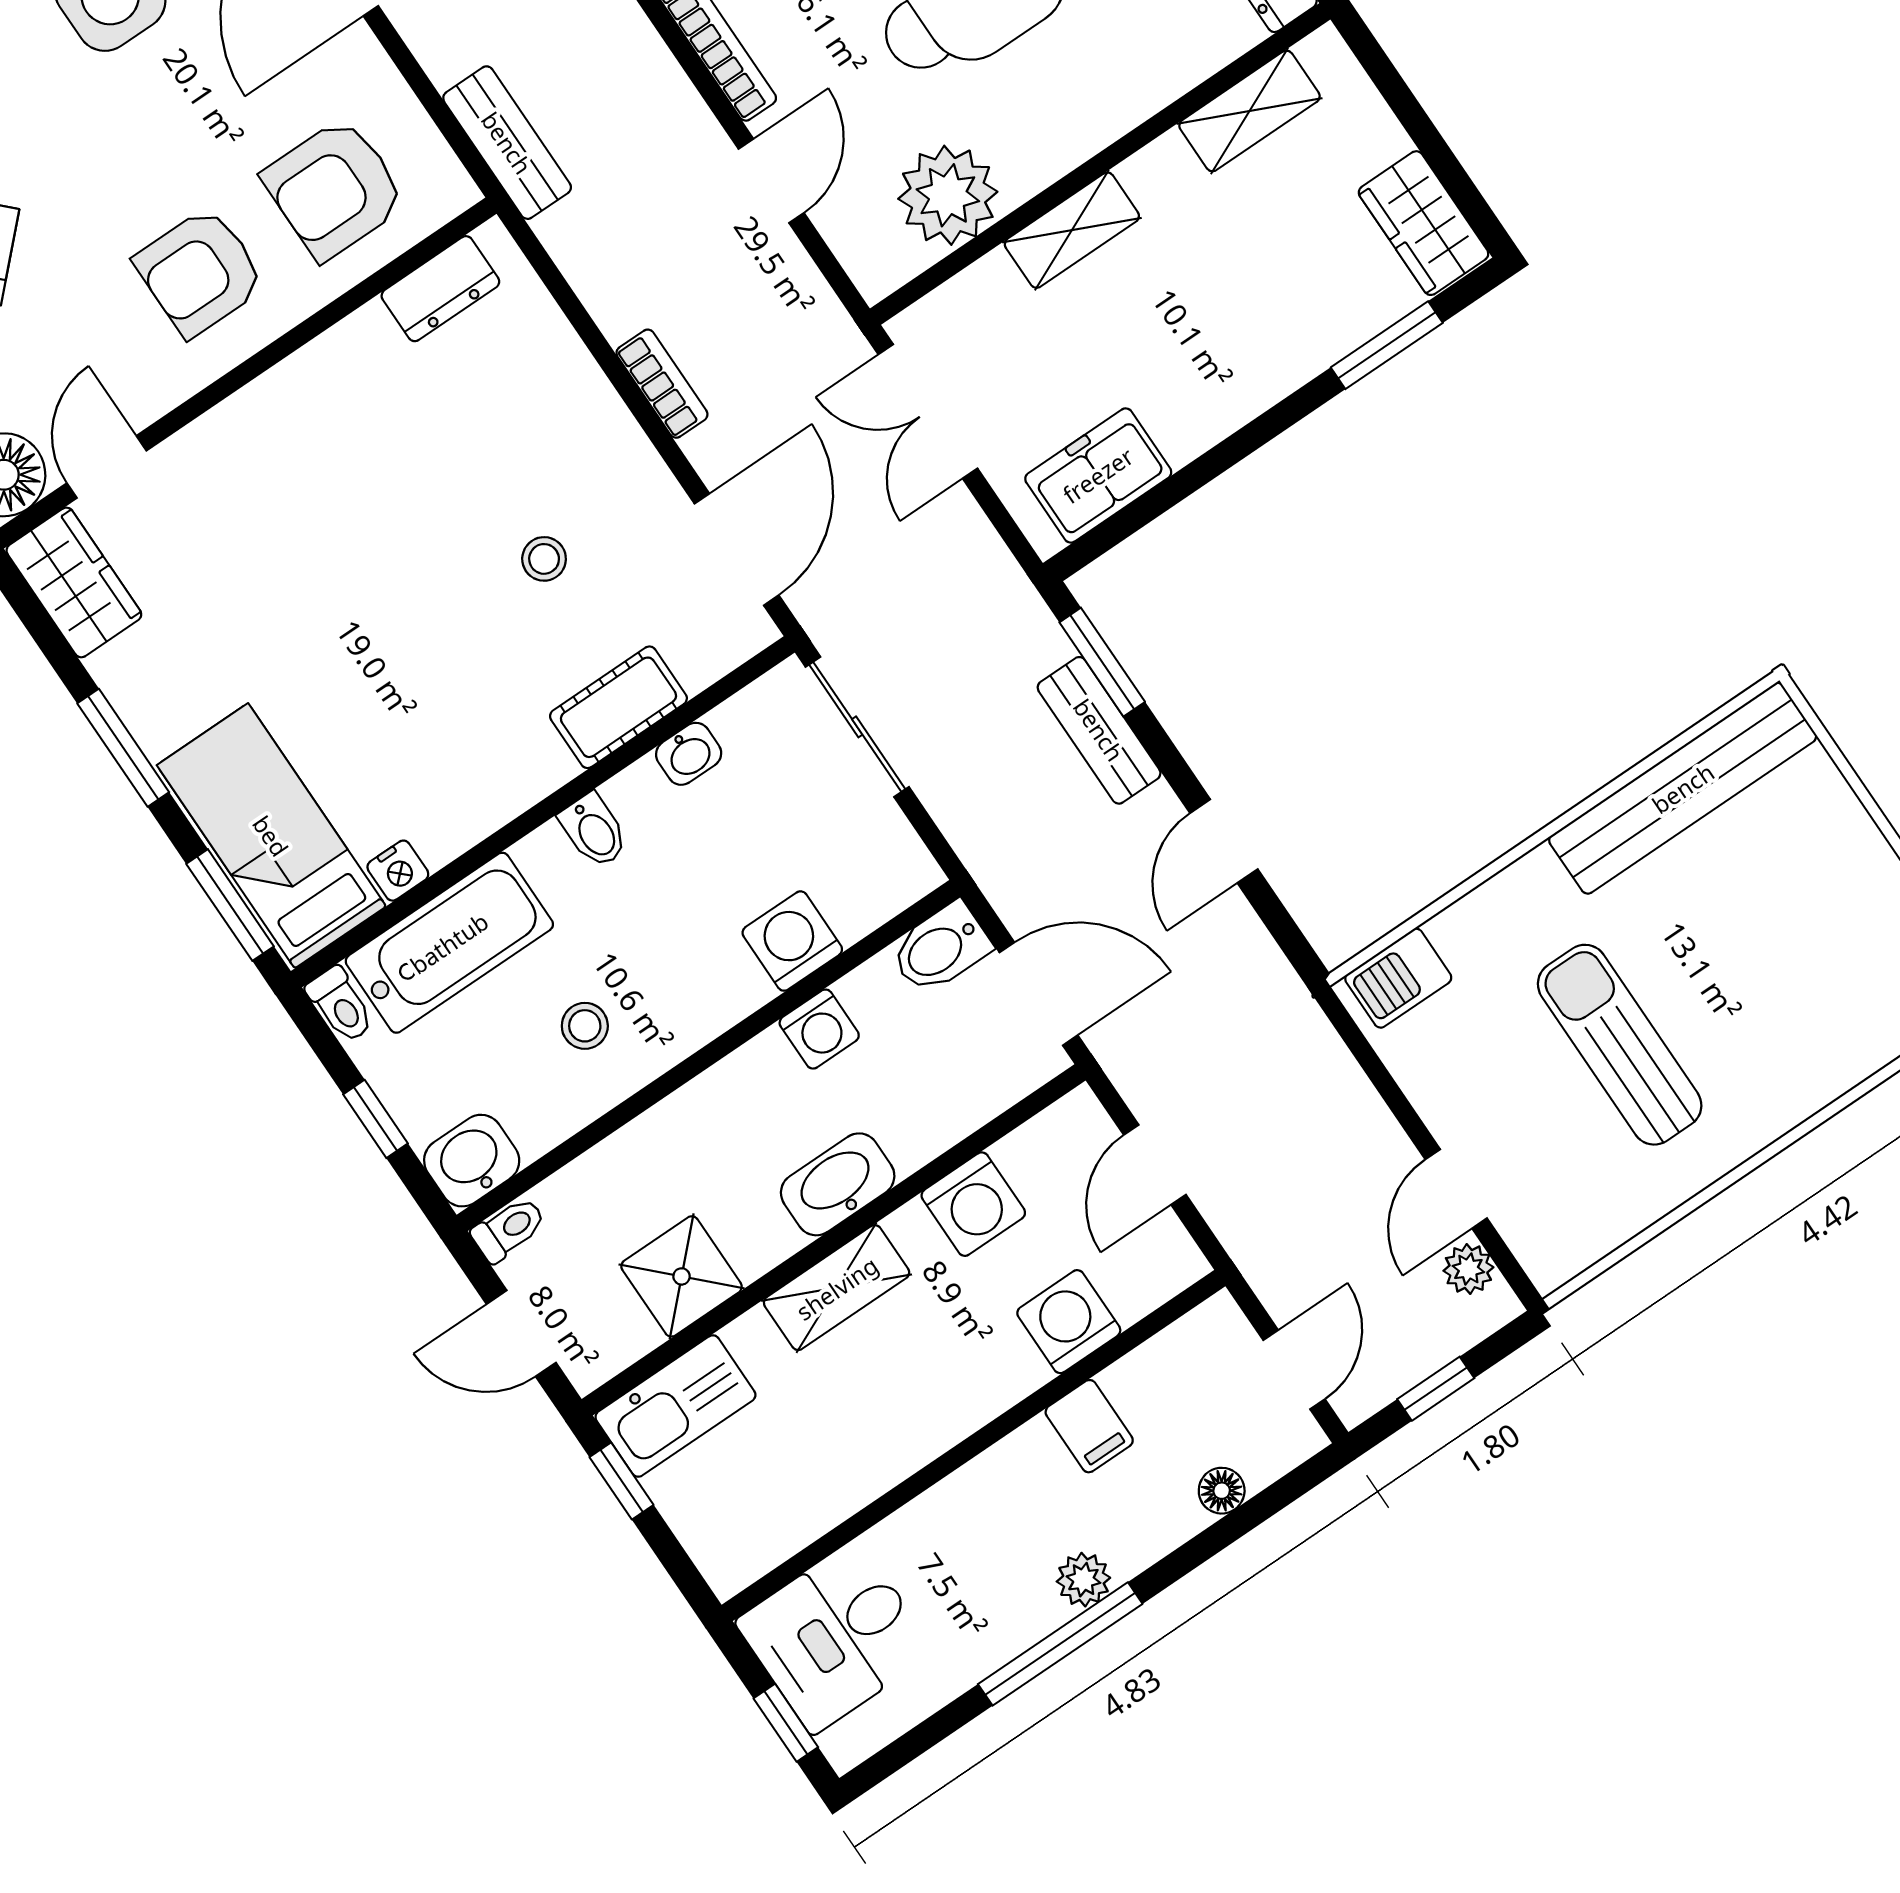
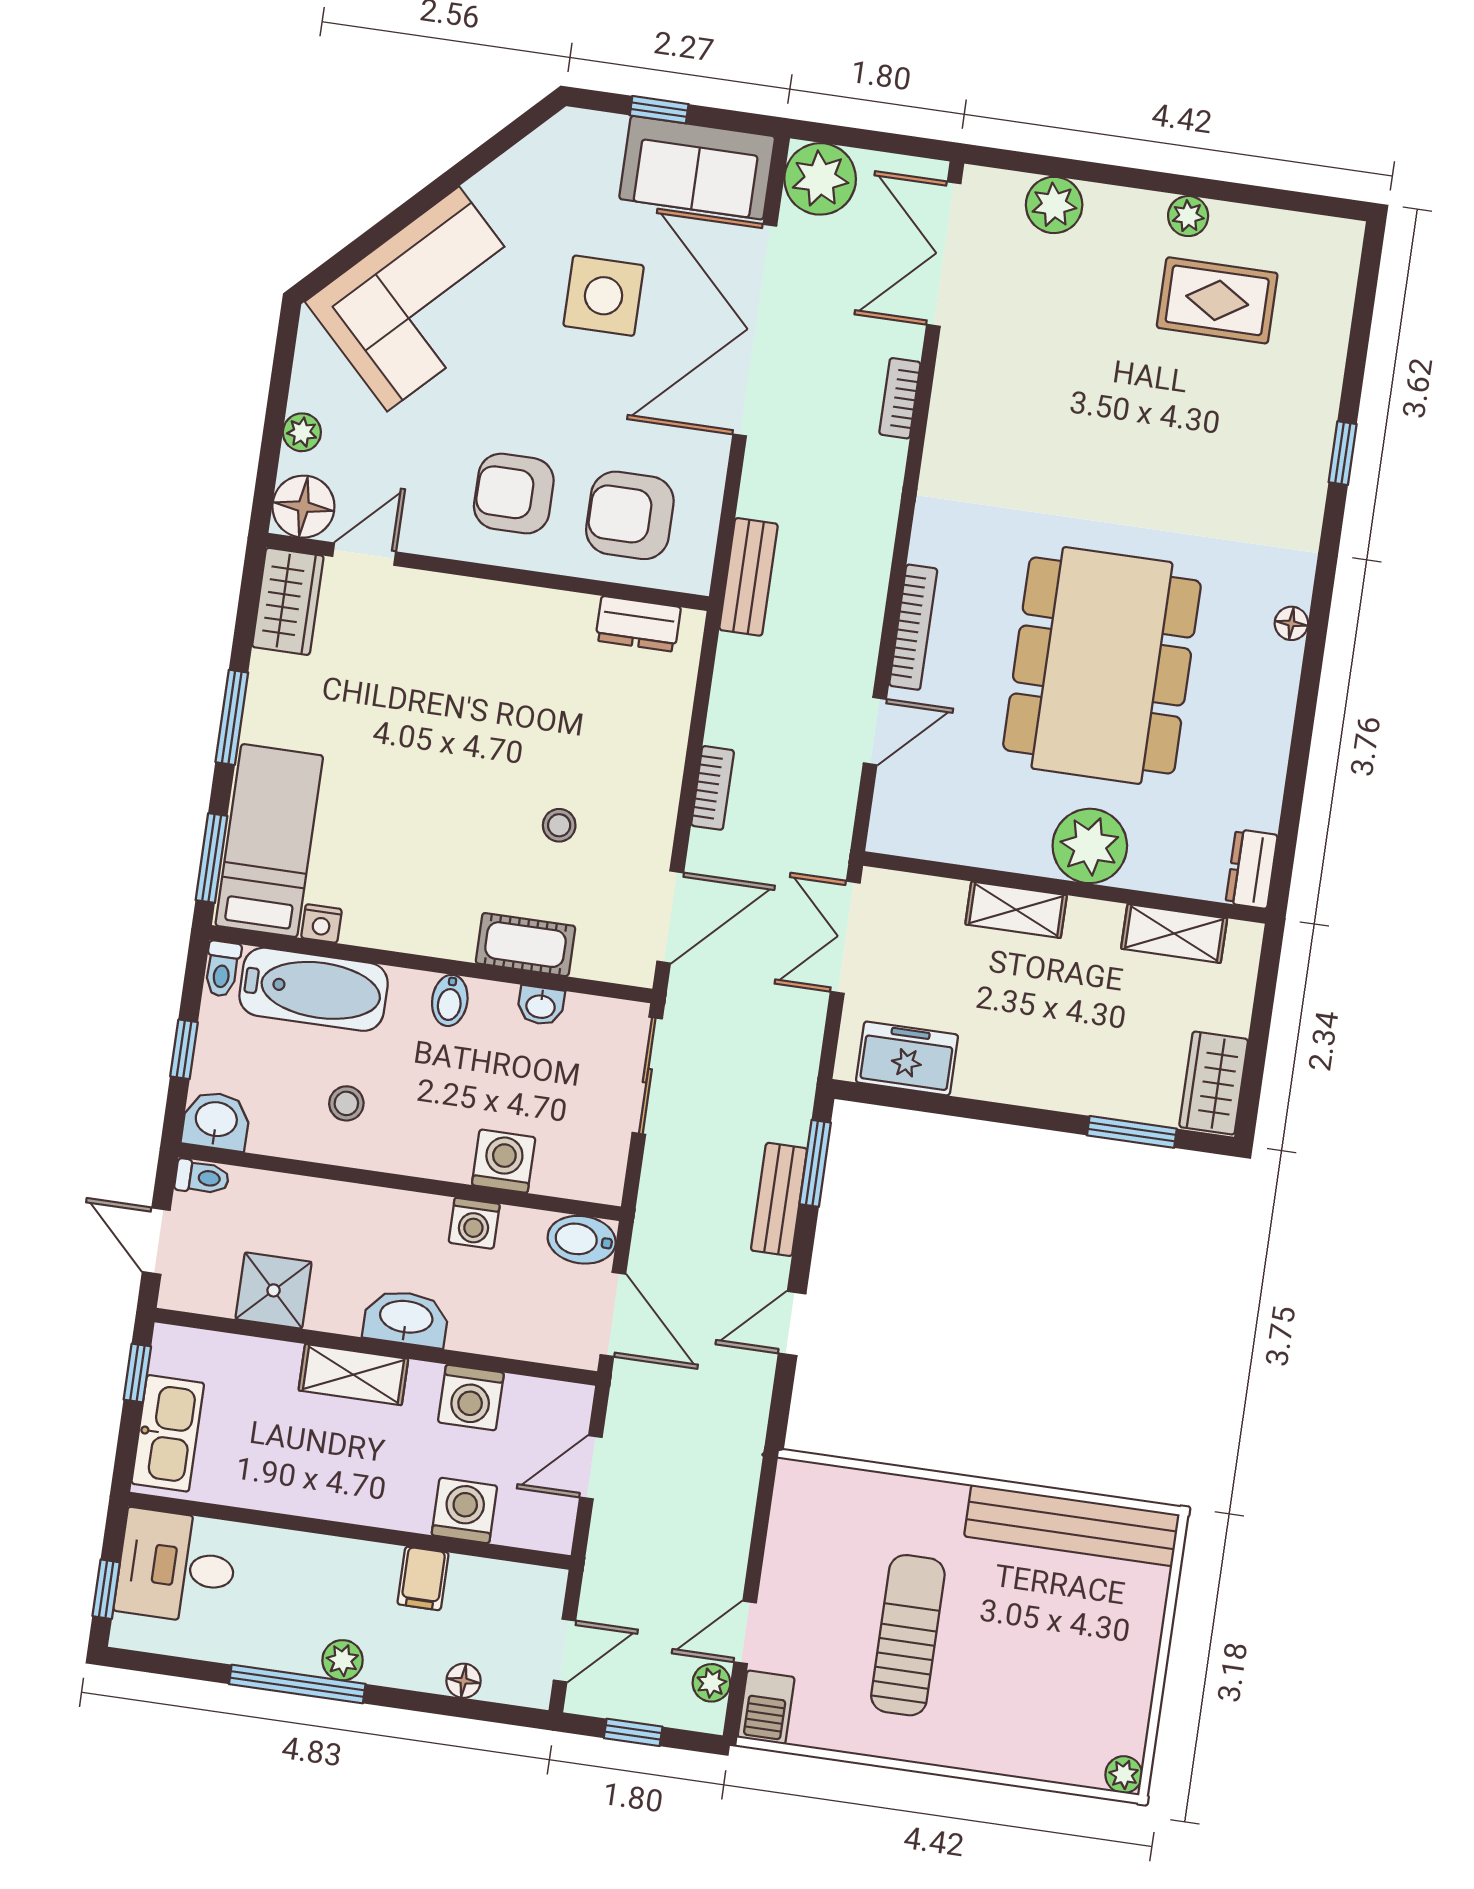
plant: (948, 195) -> (1090, 846), moved
barbecue: (1398, 978) -> (766, 1707), moved, turned -90
kitchen sink: (675, 1406) -> (168, 1433), moved, turned -90

